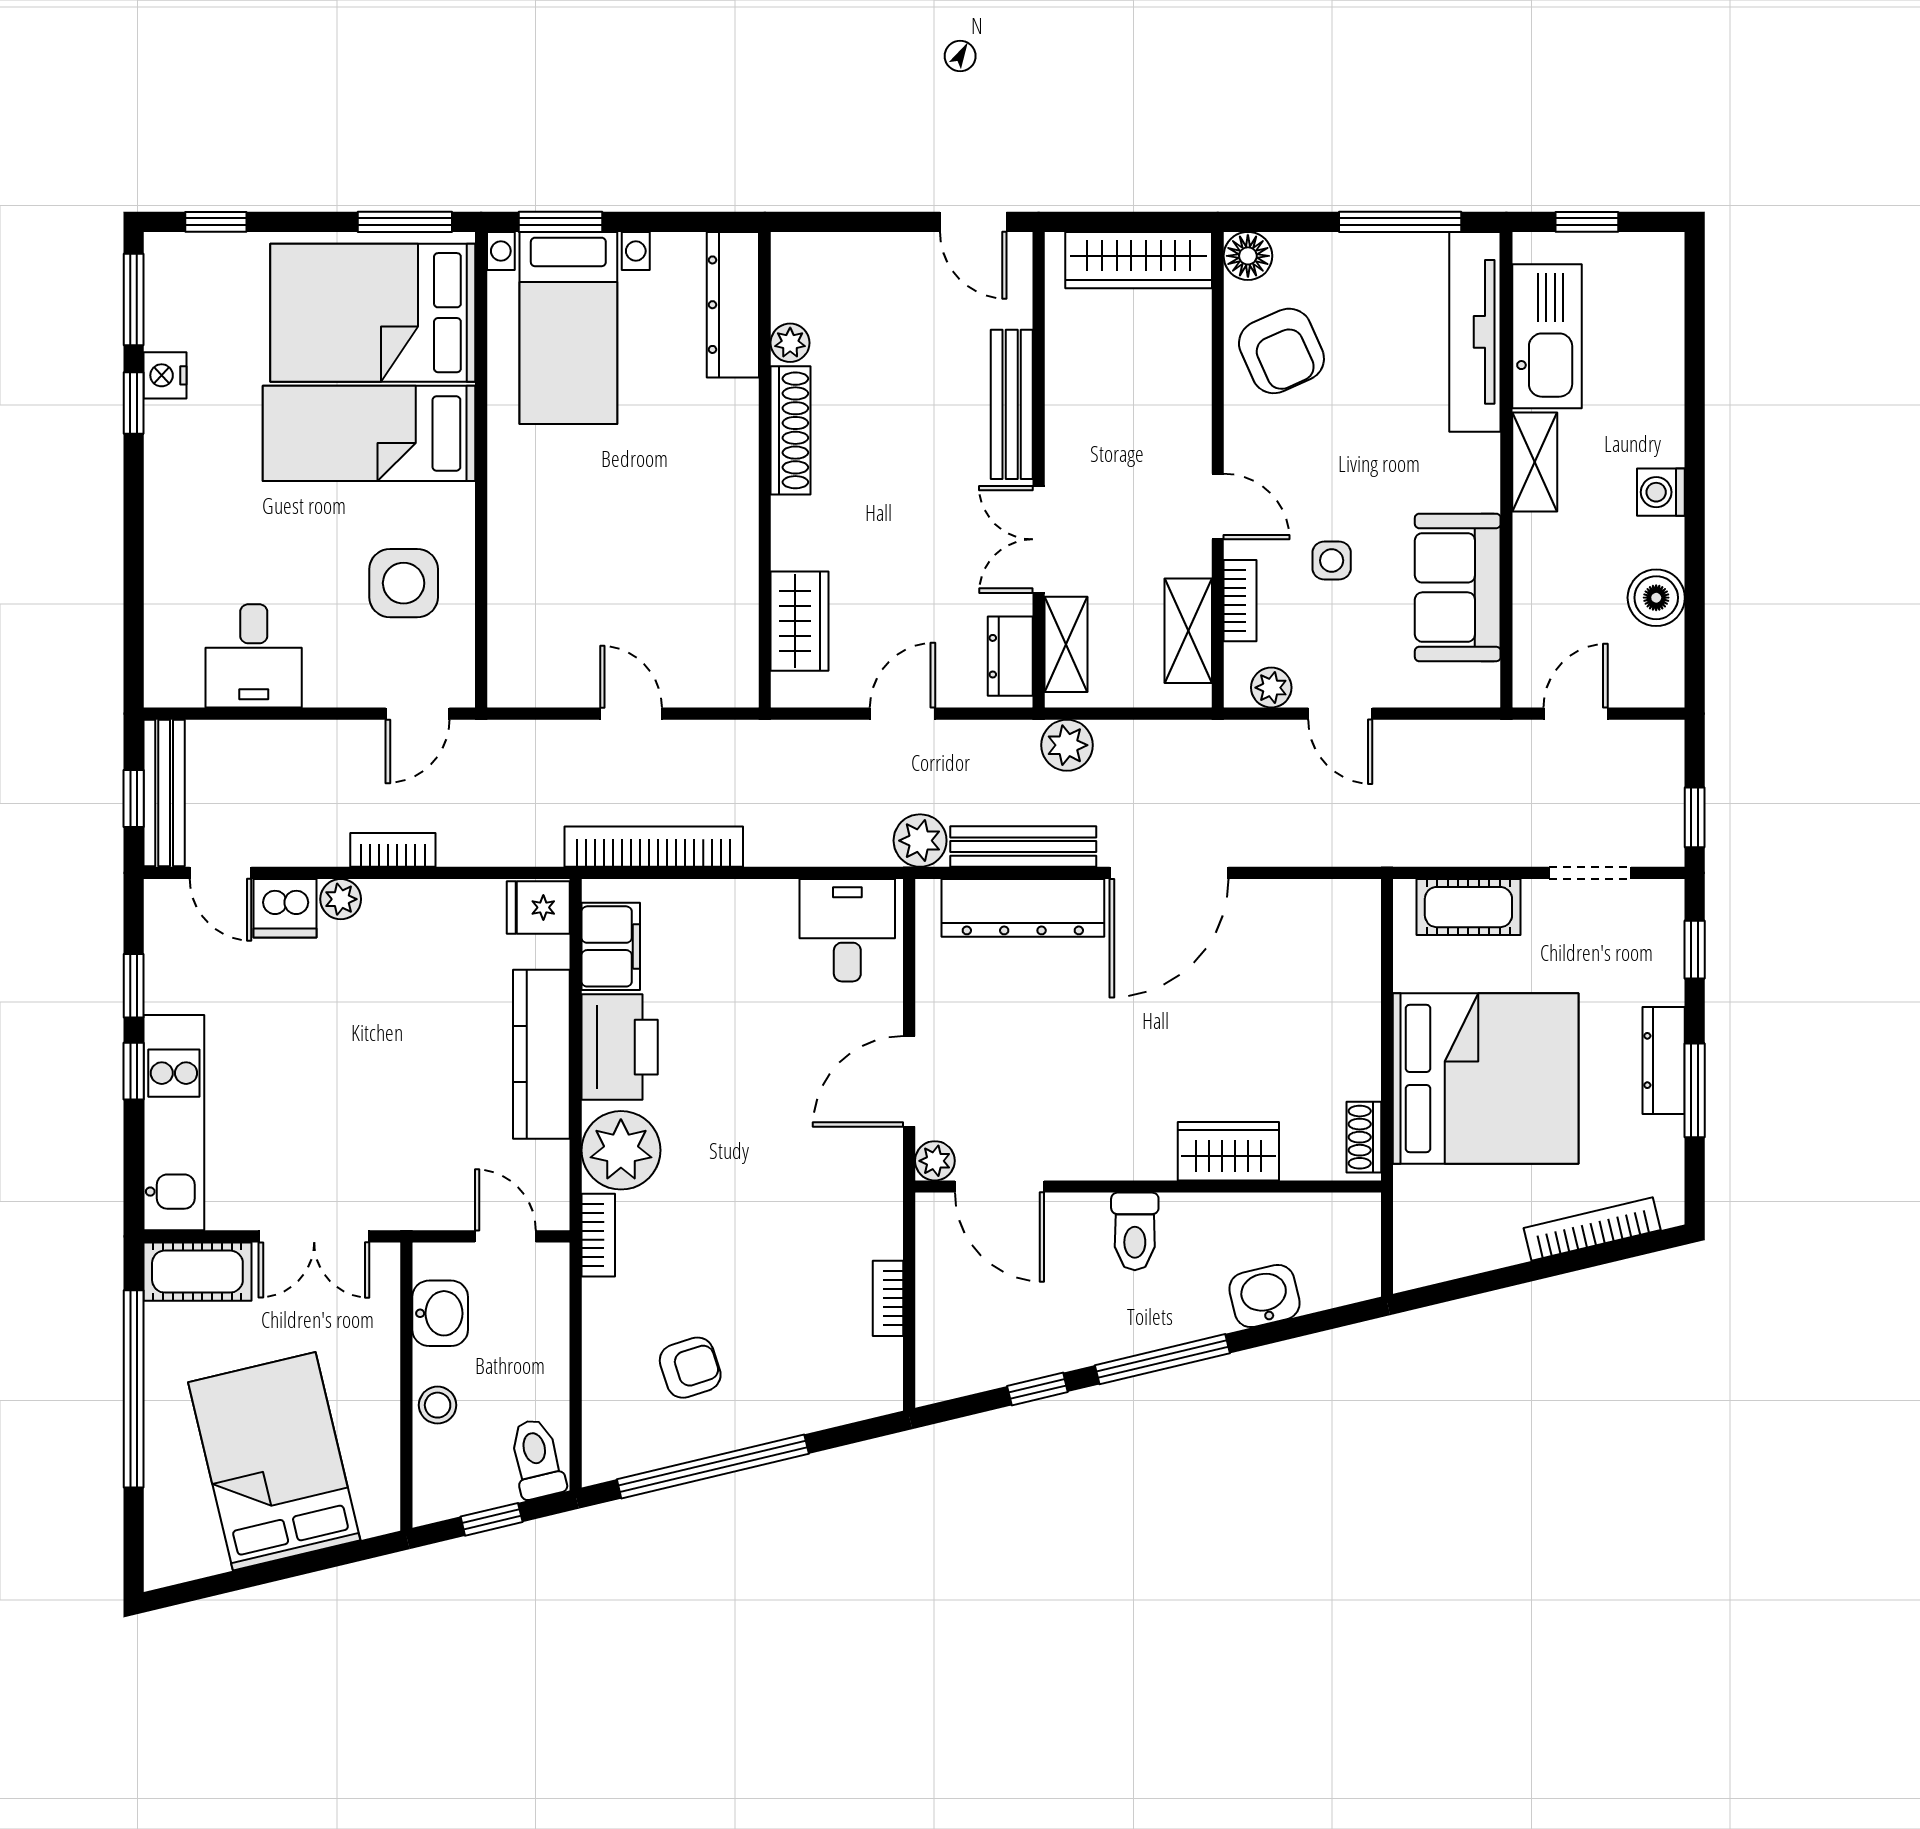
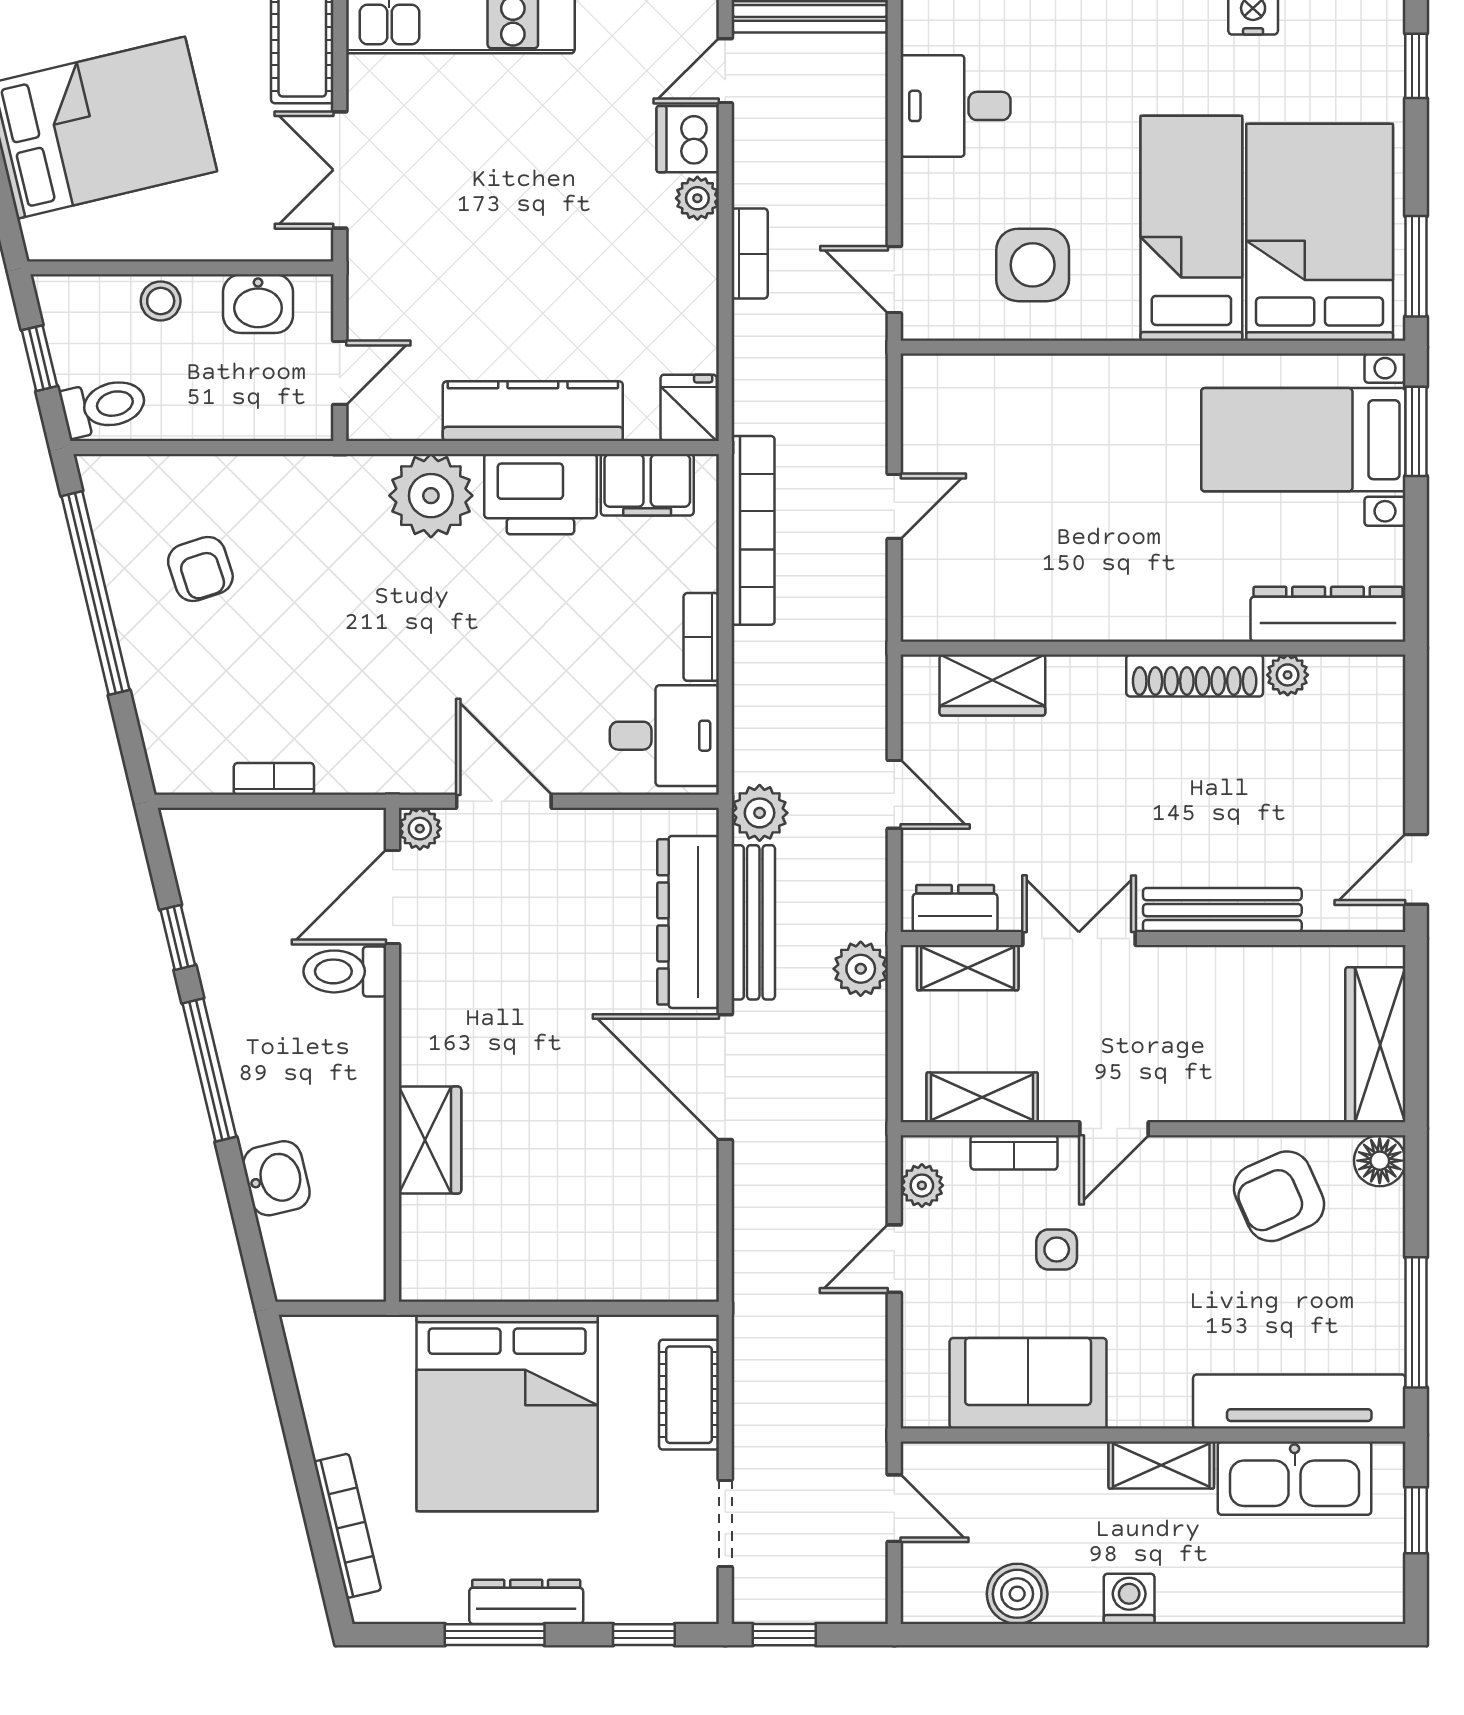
shoe rack: (1364, 1137) -> (445, 1284), removed
toilet: (1135, 1231) -> (345, 971), moved
bookcase: (598, 1235) -> (701, 637), moved, turned 90

